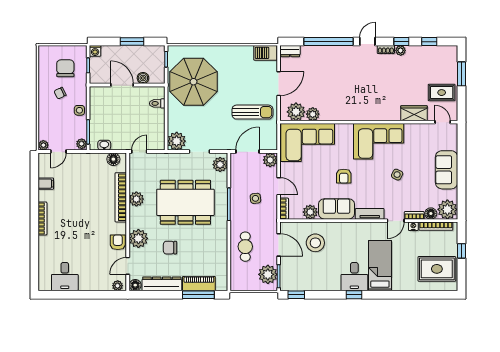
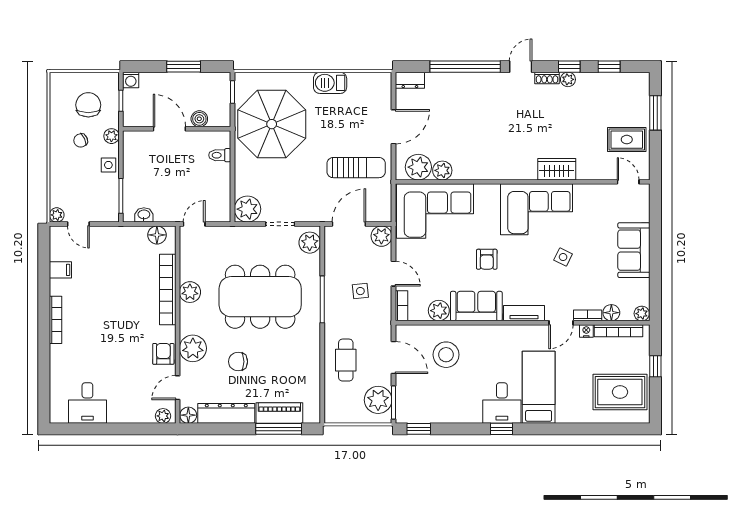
barbecue: (265, 53) -> (330, 83), moved
wardrobe: (414, 113) -> (557, 169), moved
plant: (82, 144) -> (111, 136), moved
door: (58, 152) -> (78, 224), hinge flipped
plant: (447, 209) -> (642, 314), width x0.53, depth x0.53

